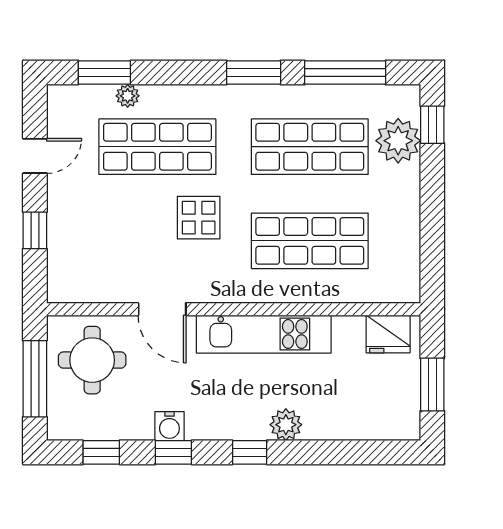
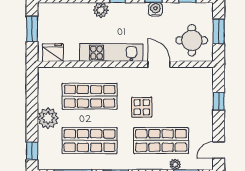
plant: (398, 141) -> (48, 118), moved
door: (35, 156) -> (219, 150), moved
window: (35, 379) -> (219, 32), width x0.69

